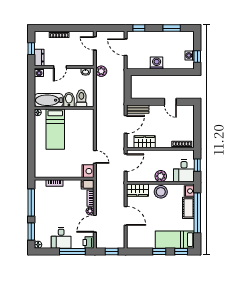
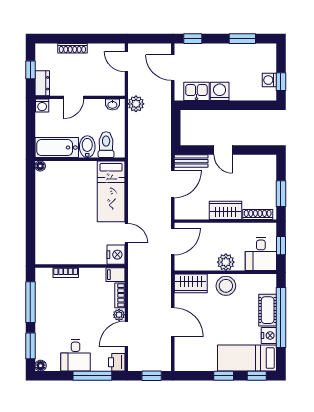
kitchen sink: (141, 63) -> (196, 91), added
door: (170, 102) -> (223, 150), moved
bed: (55, 129) -> (111, 191), moved
window: (197, 131) -> (281, 194), added
wardrobe: (145, 142) -> (226, 210), moved
nightstand: (189, 191) -> (269, 335), moved

